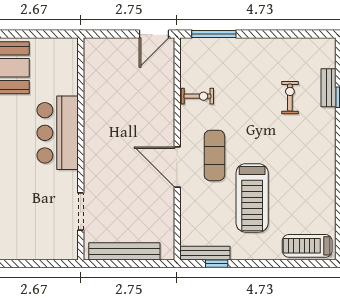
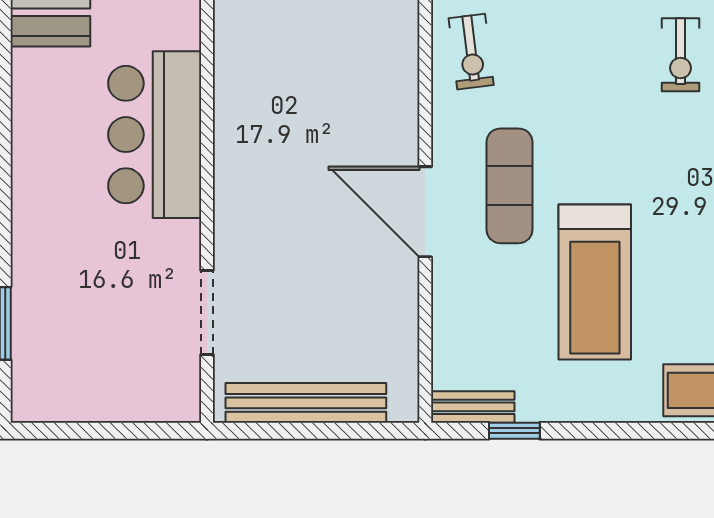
exercise bike: (197, 96) -> (471, 52), turned 83
exercise bike: (290, 98) -> (681, 55), turned 180
bench: (205, 253) -> (473, 407), width x0.73

